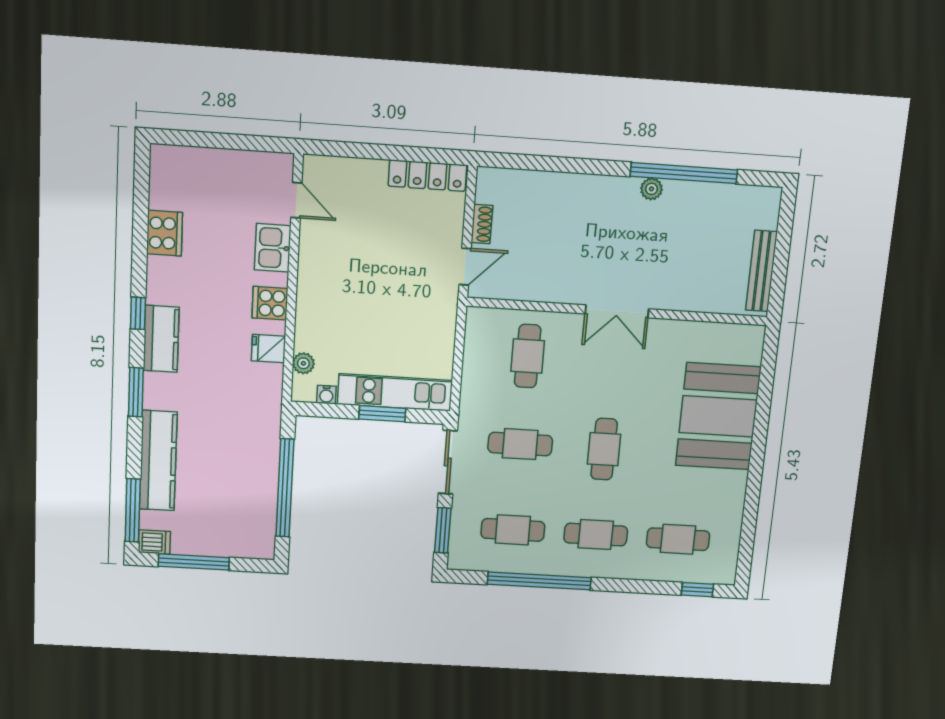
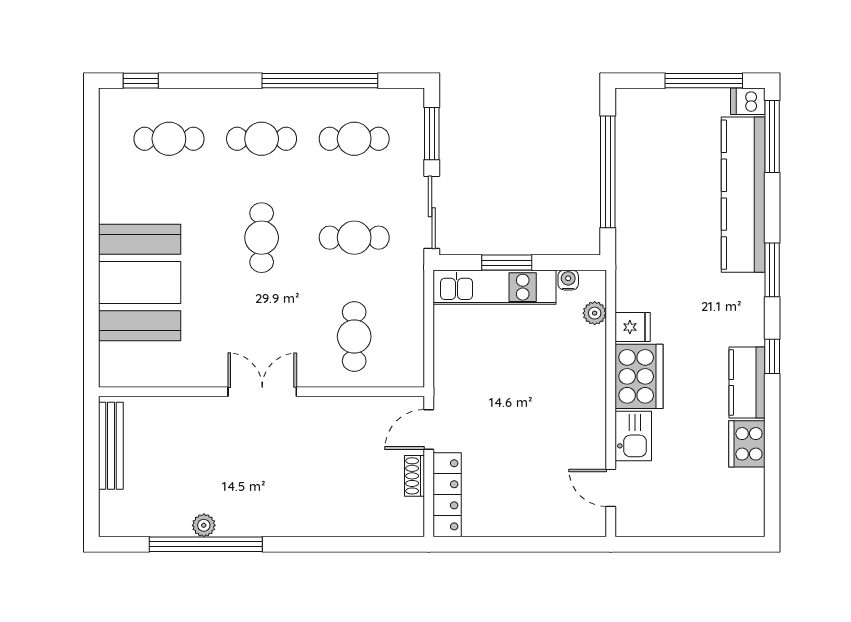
locker: (428, 176) -> (447, 495), moved, turned 90
plant: (651, 189) -> (204, 525), moved
cooker: (270, 303) -> (639, 376), width x1.87, depth x1.31
kitchen counter: (161, 339) -> (747, 382), moved
kitchen counter: (158, 461) -> (743, 195), width x1.39, depth x1.17

